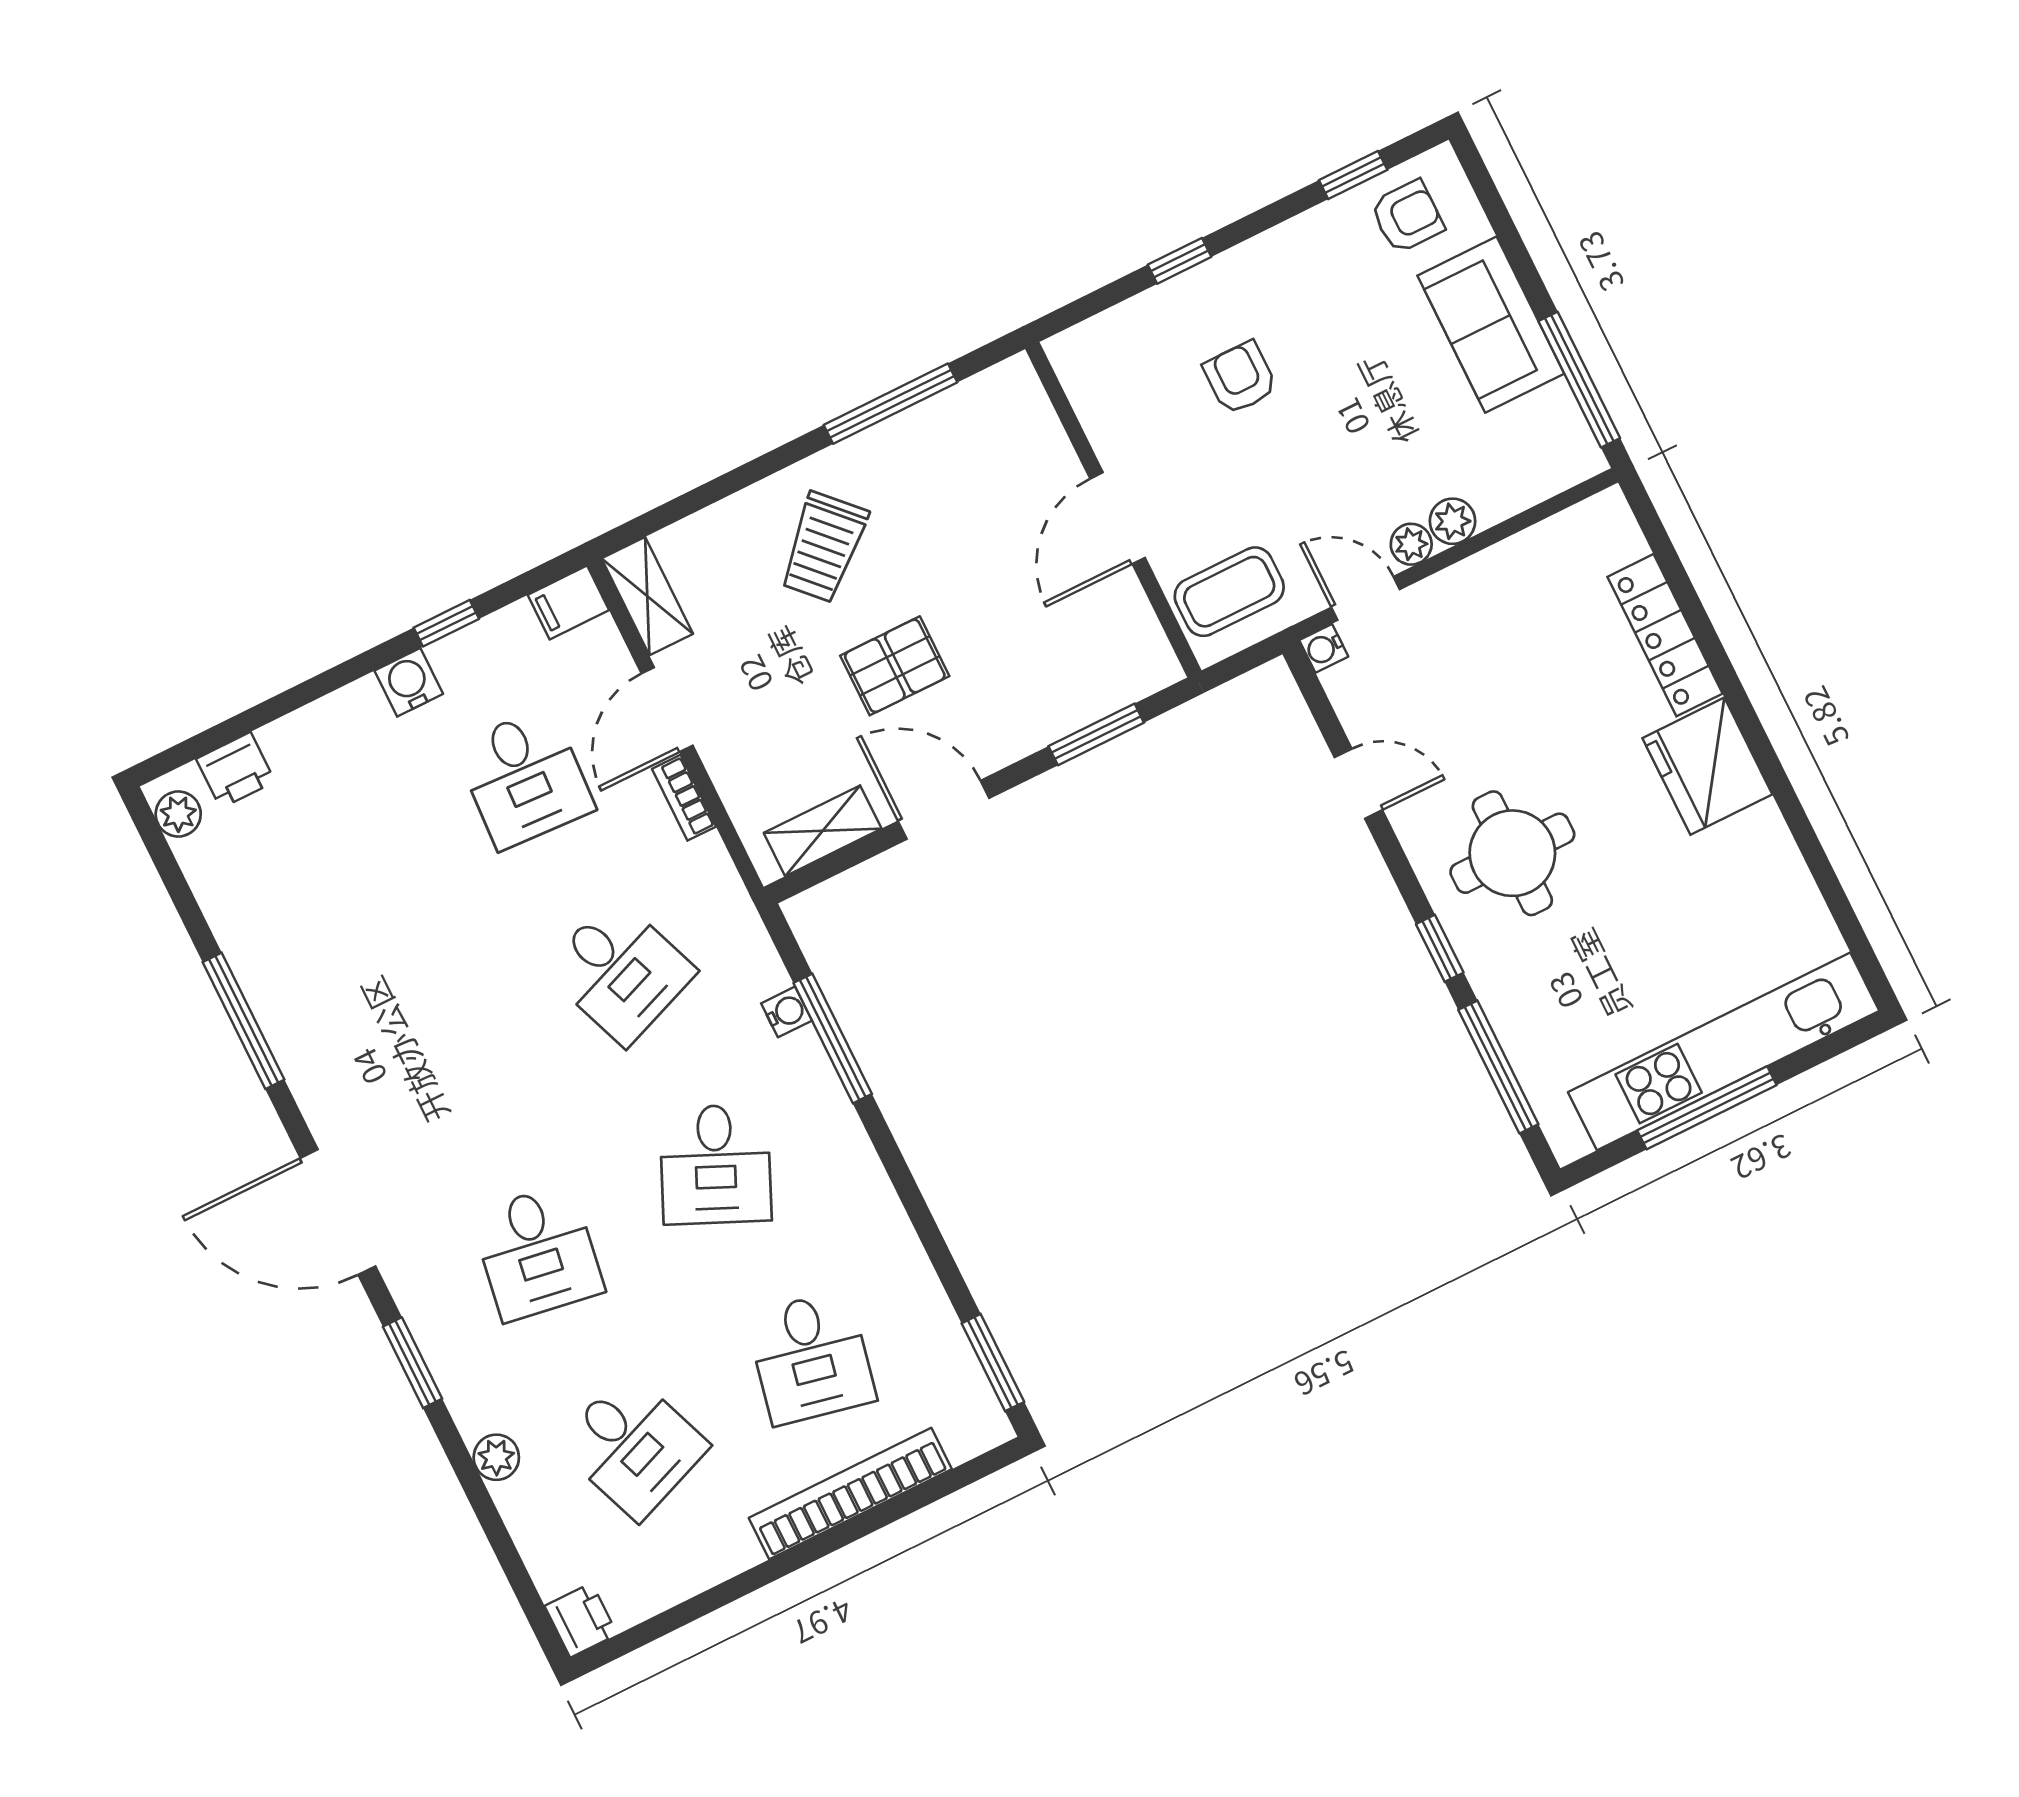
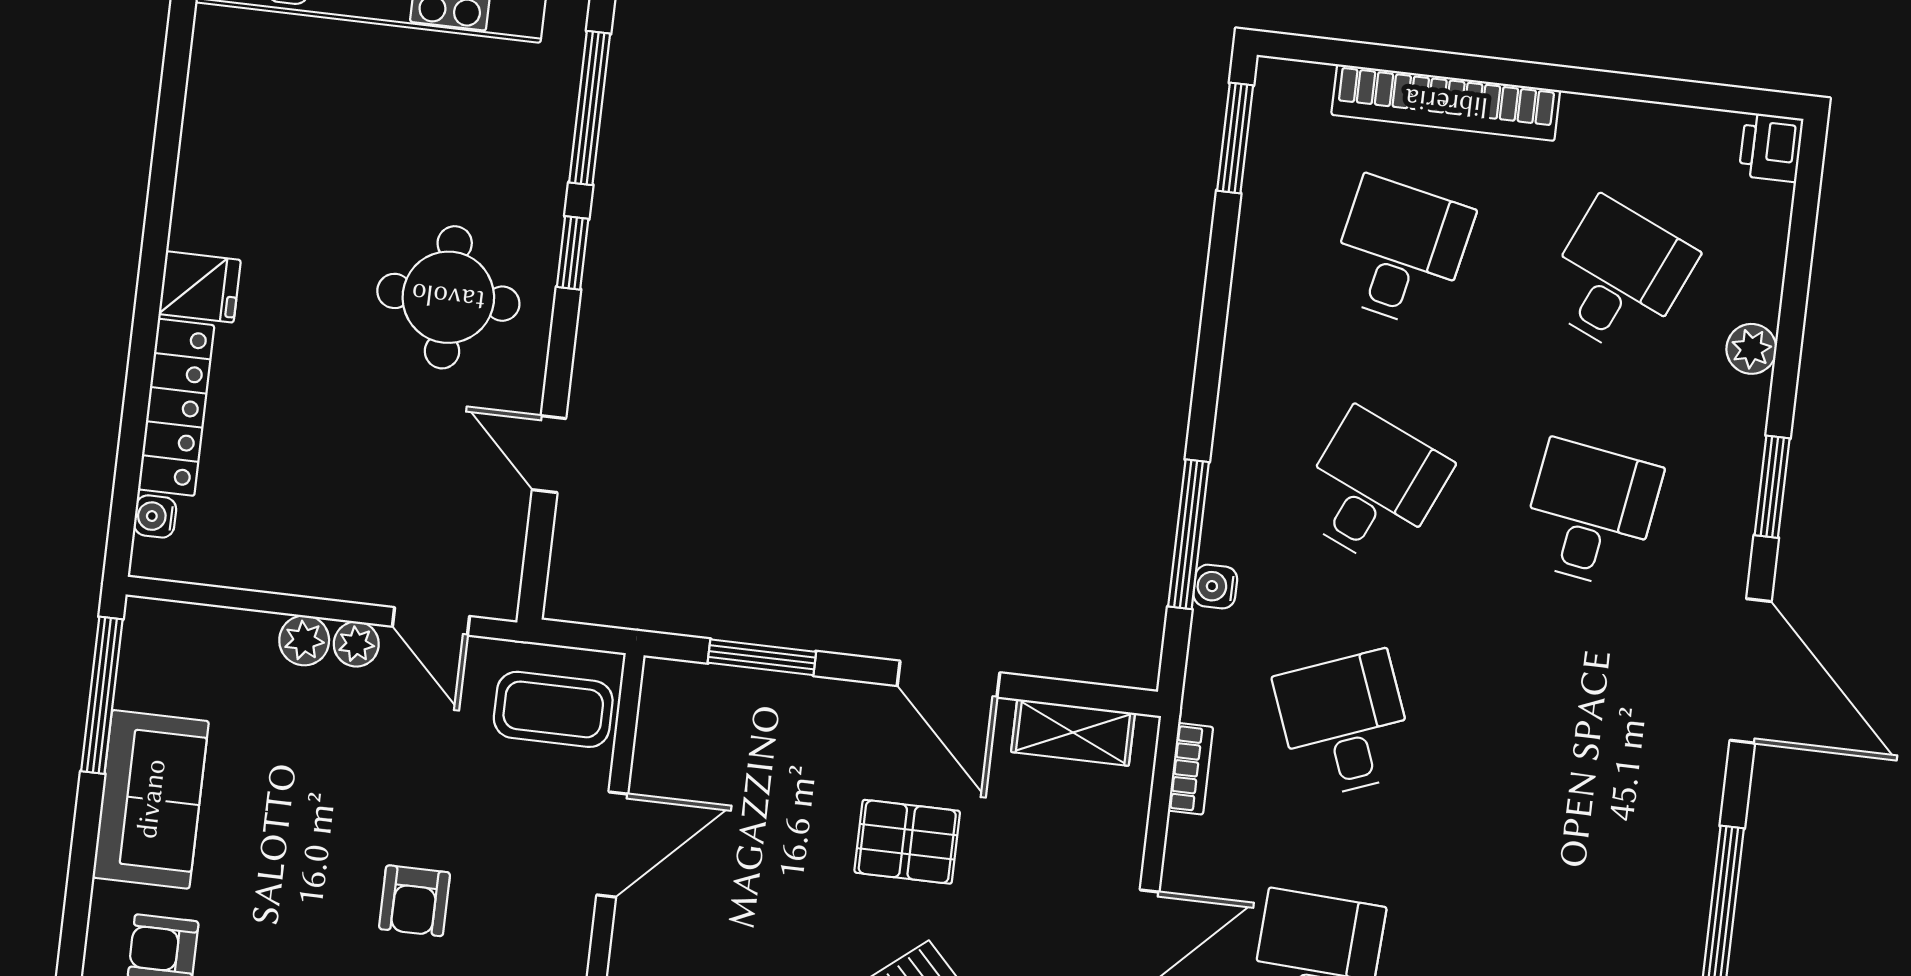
water cooler: (1324, 648) -> (155, 516), moved, turned 180
fridge: (1707, 766) -> (200, 287), width x0.53, depth x0.75
bookcase: (684, 798) -> (1191, 769), moved
desk: (633, 1446) -> (1618, 278), turned 45

